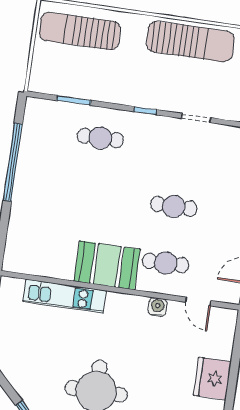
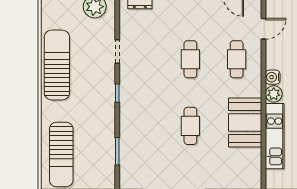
cafe table: (100, 138) -> (190, 126), moved
booth: (107, 265) -> (245, 122), moved
plant: (116, 302) -> (274, 94), added
water cooler: (158, 307) -> (273, 77), moved

